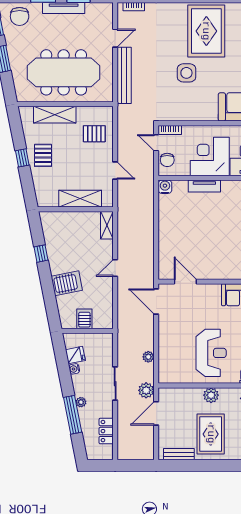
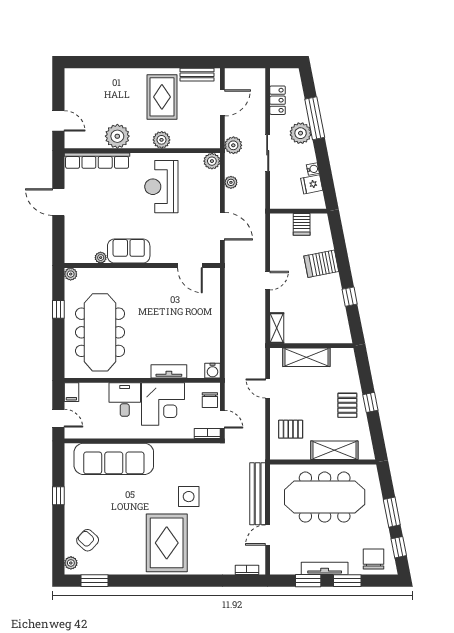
chair: (167, 160) -> (210, 400), turned 180
door: (156, 302) -> (222, 226), moved
plant: (165, 376) -> (212, 161), added
plant: (81, 402) -> (301, 133), width x1.88, depth x1.88
door: (156, 413) -> (222, 103), moved

